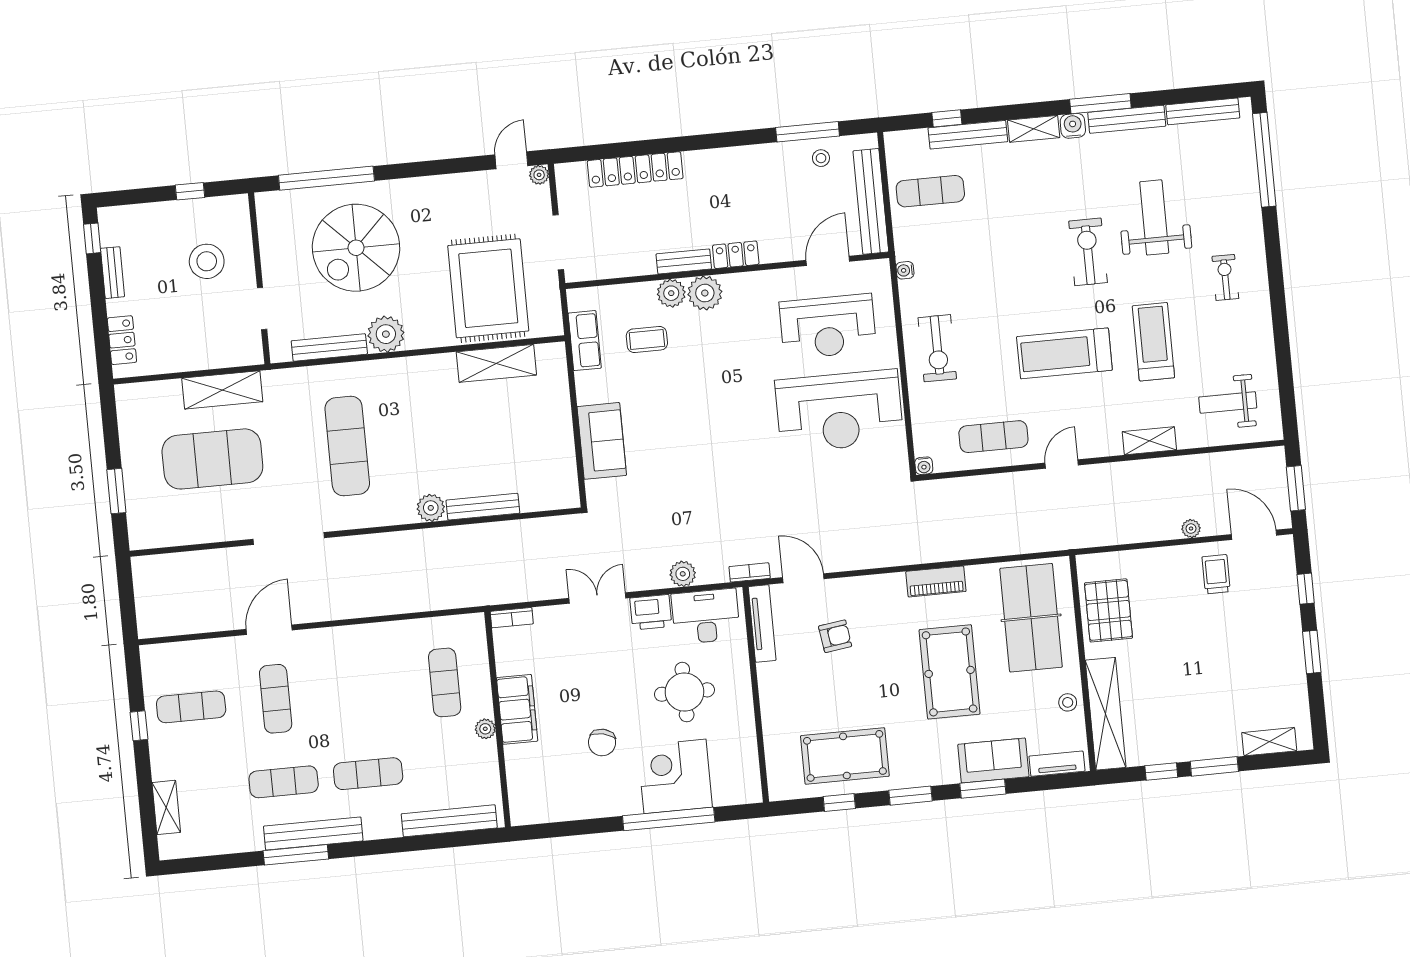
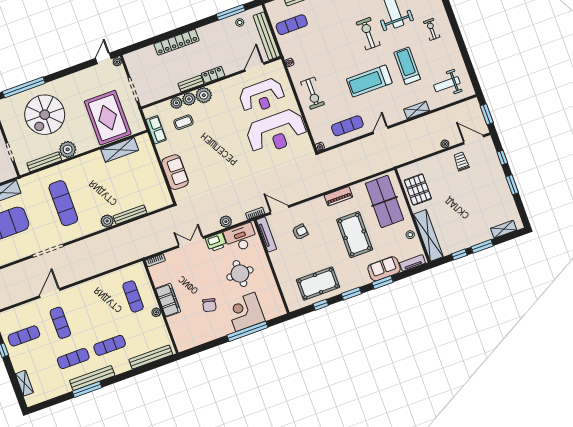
locker: (635, 170) -> (176, 42), moved
plant: (642, 294) -> (176, 103), added

